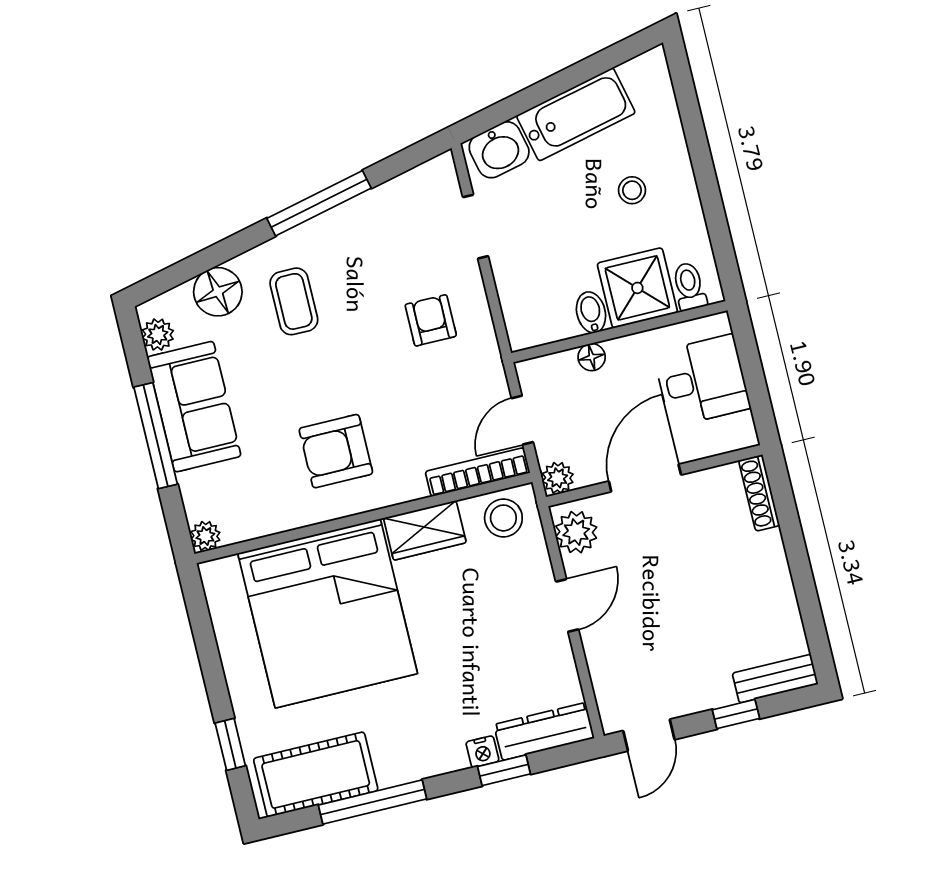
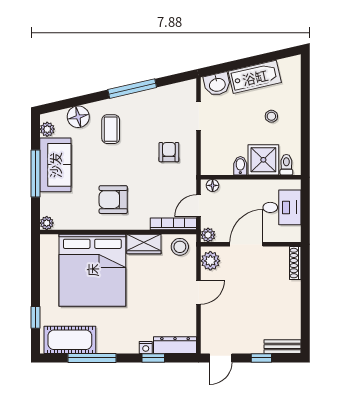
floor lamp: (592, 357) -> (213, 185), moved

